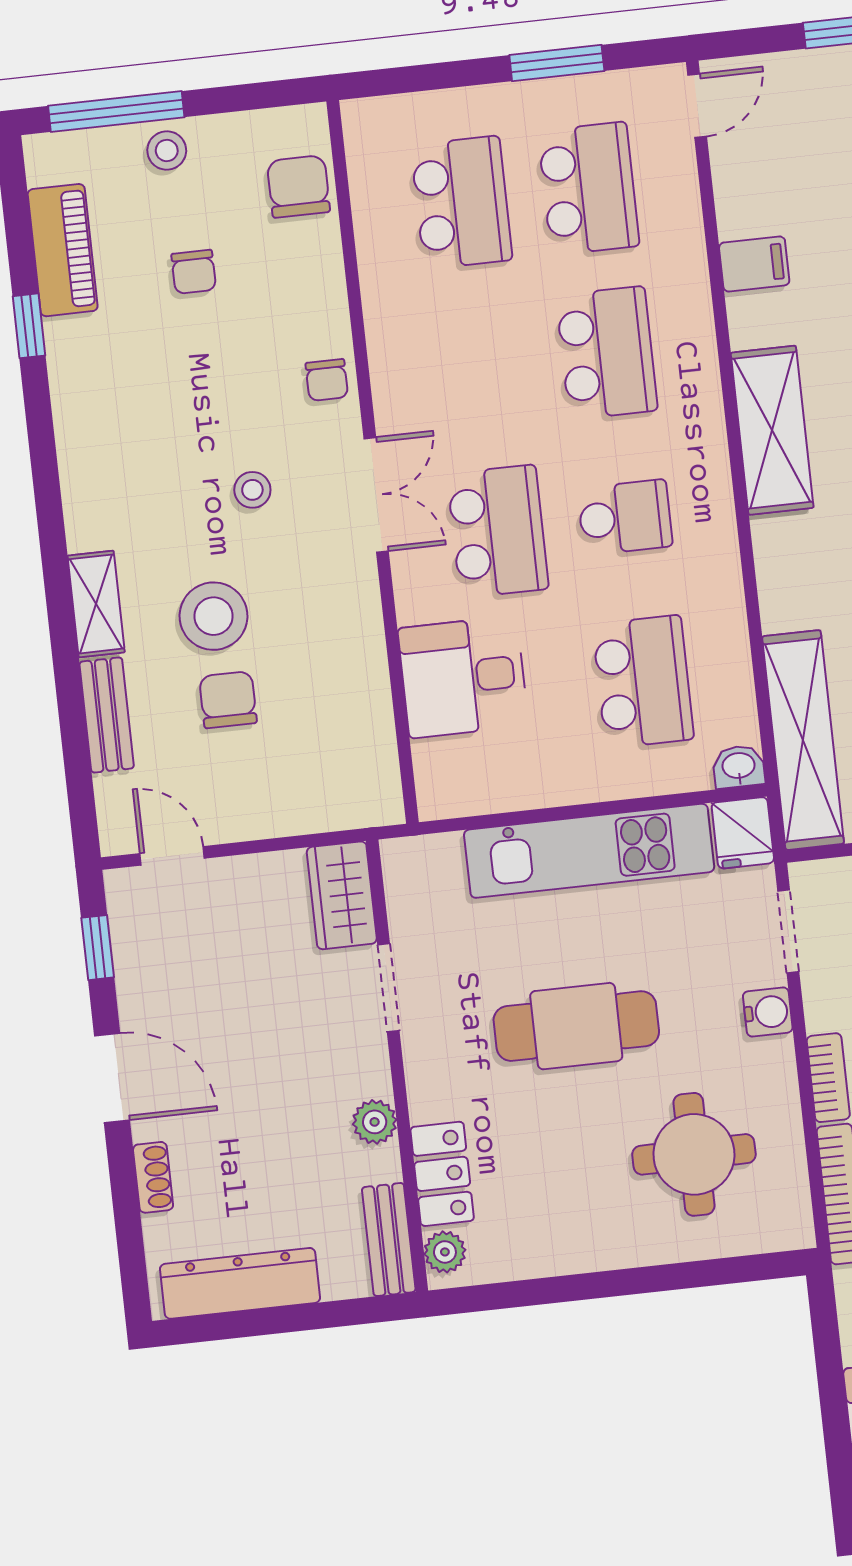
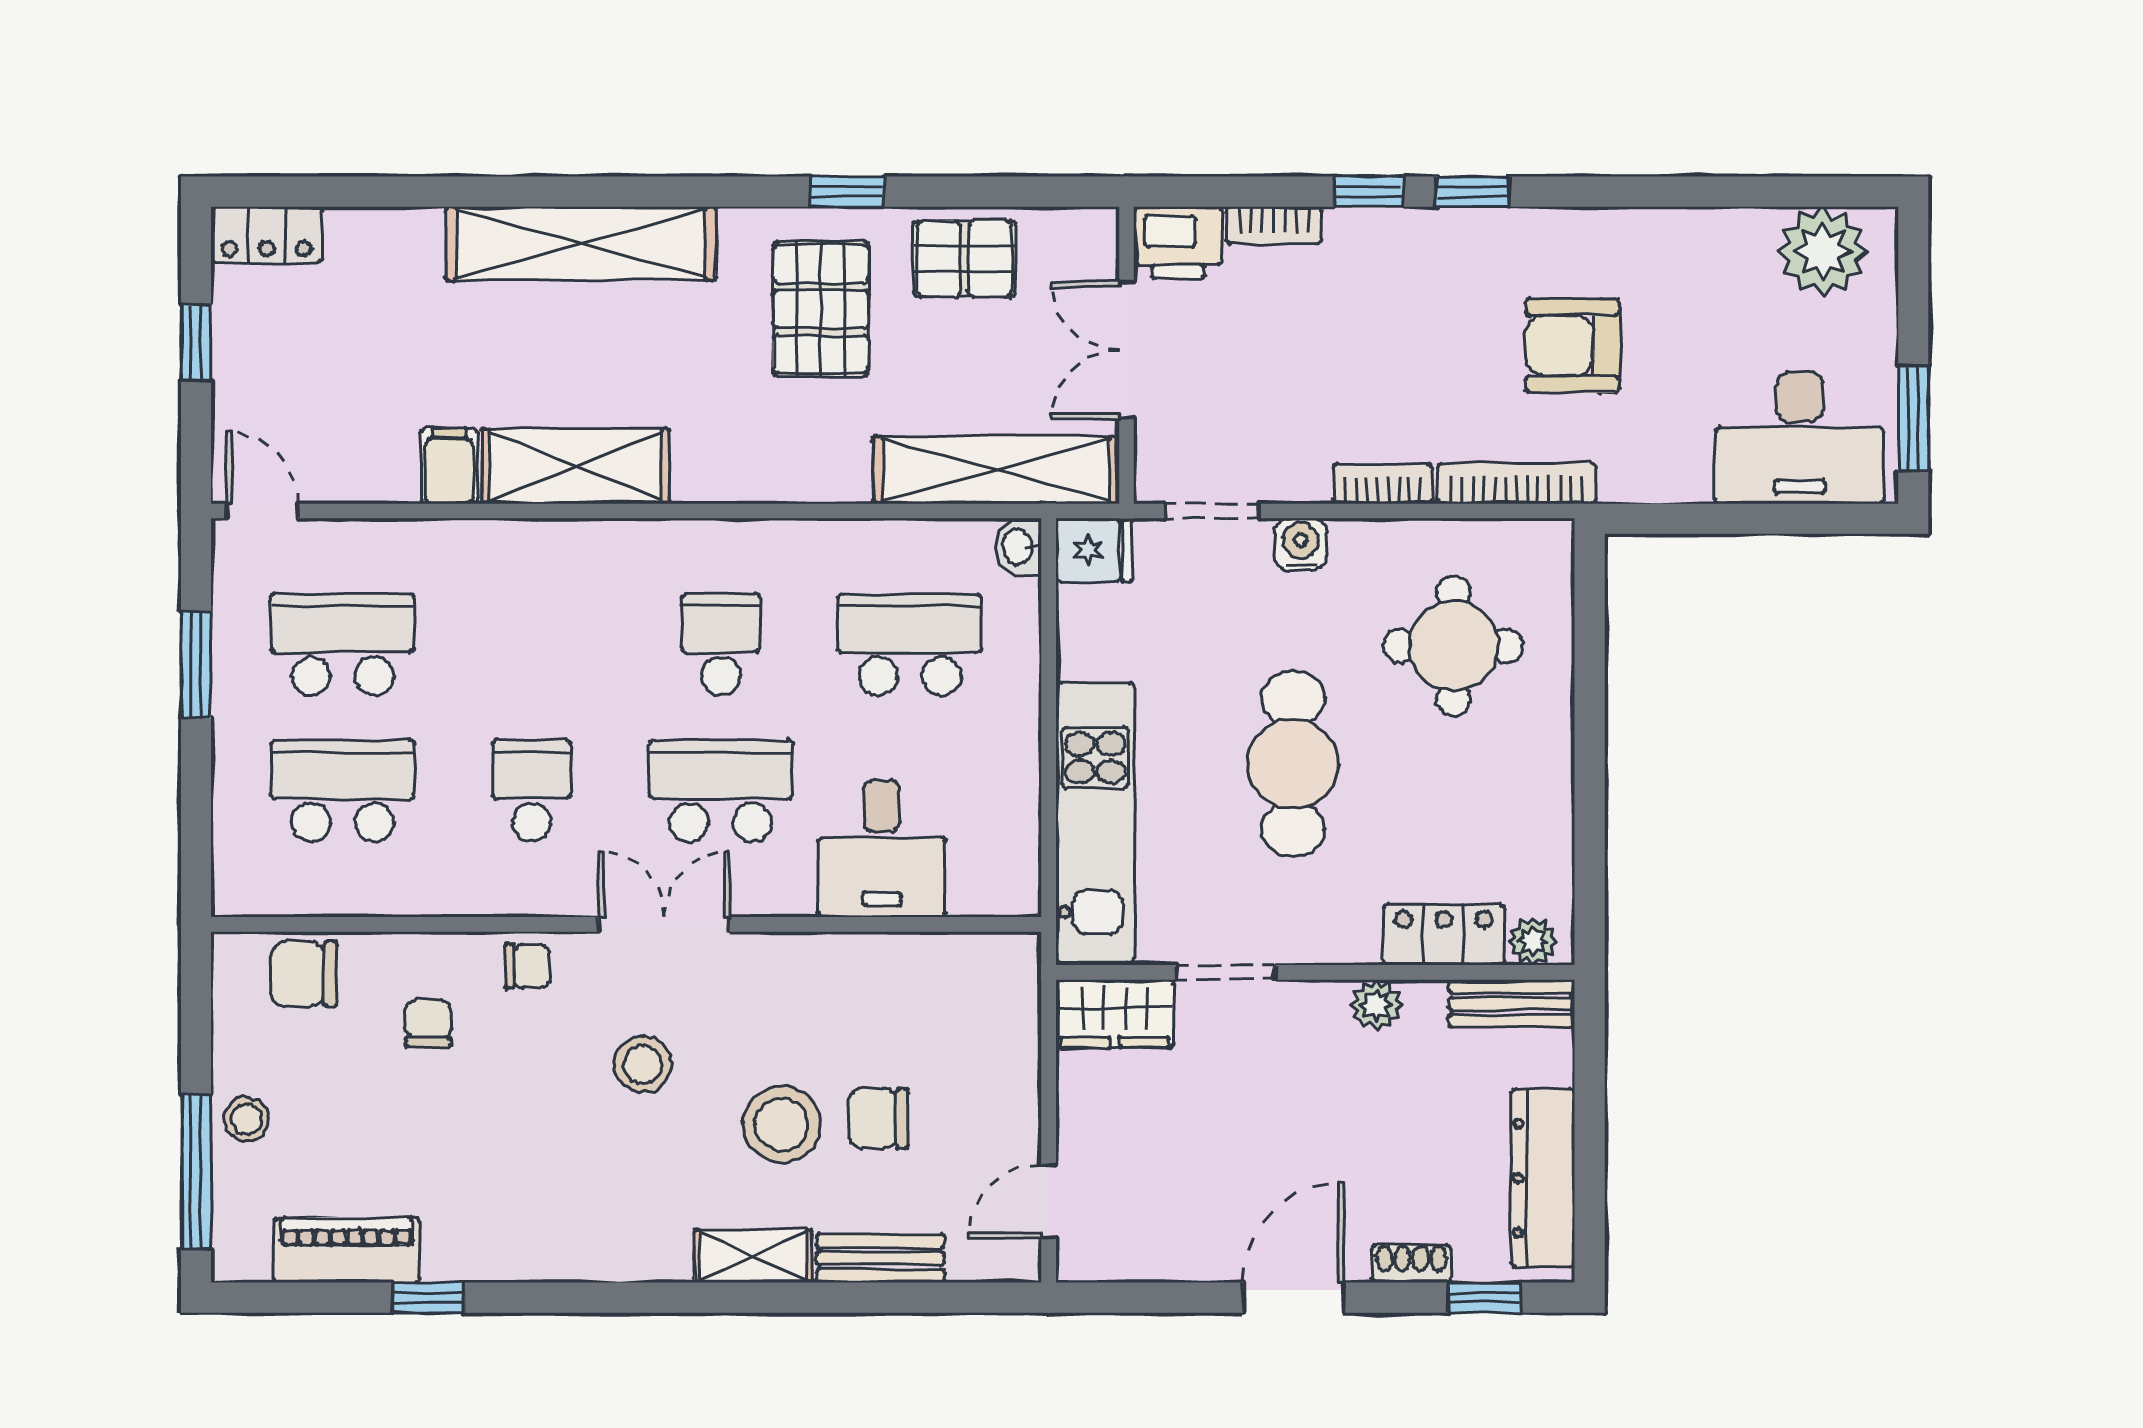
chair: (194, 272) -> (428, 1023), moved, turned -90
school desk: (607, 353) -> (532, 791), moved, width x0.54
shelving: (772, 430) -> (576, 466), moved
stool: (252, 490) -> (643, 1064), width x1.37, depth x1.37
kitchen unit: (589, 851) -> (1095, 822), moved
window: (98, 948) -> (1484, 1298), moved

